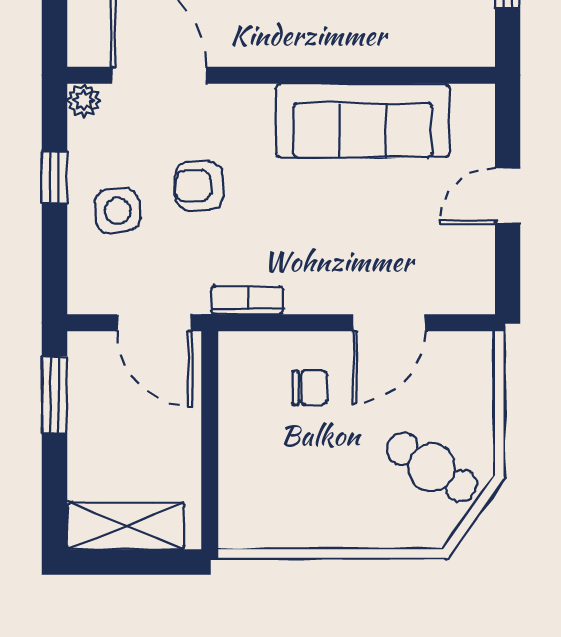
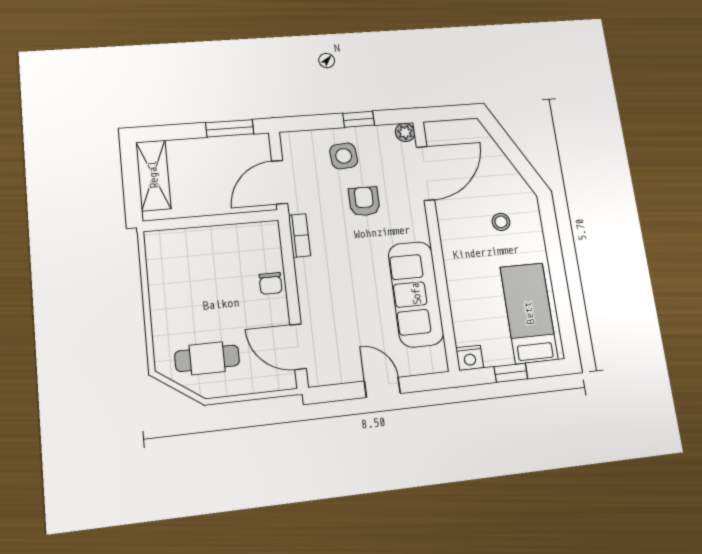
nightstand: (476, 46) -> (470, 358), added
door: (389, 323) -> (298, 347), moved
chair: (310, 388) -> (271, 283), moved
cafe table: (432, 467) -> (207, 358), turned 58

